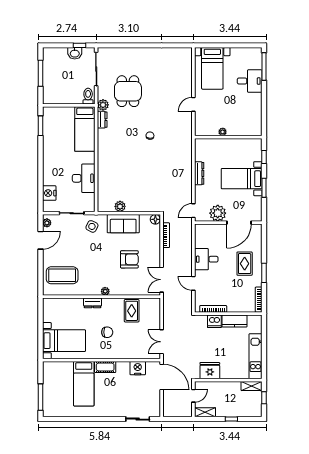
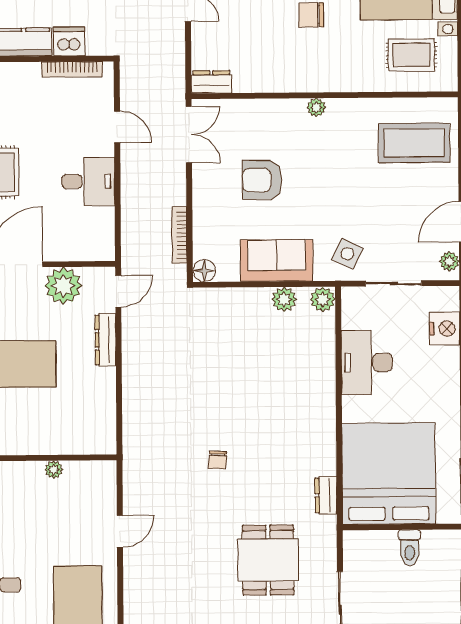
toilet: (88, 96) -> (410, 548), moved
plant: (103, 105) -> (323, 299), moved
bed: (85, 129) -> (389, 474), width x2.04
dresser: (199, 173) -> (105, 340), moved
dresser: (93, 303) -> (211, 82), moved
rug: (132, 311) -> (411, 55), moved, turned 90

